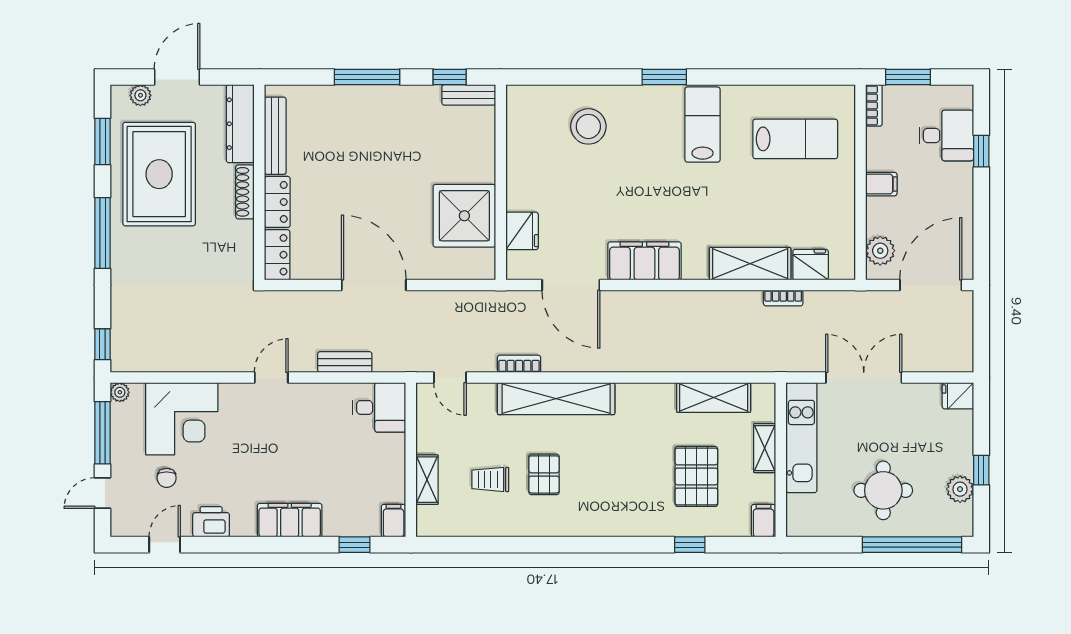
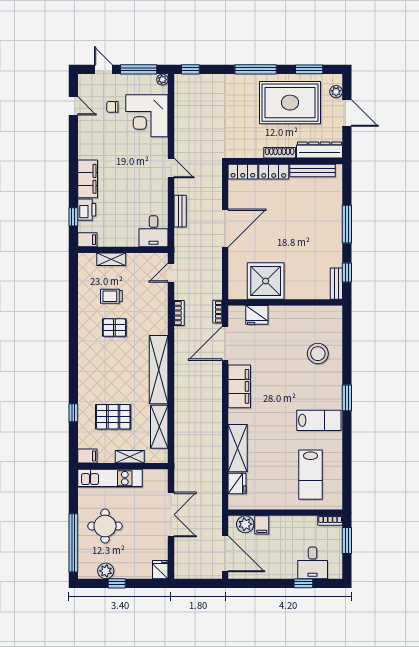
filing cabinet: (881, 184) -> (262, 525), moved
bookcase: (783, 298) -> (217, 312), moved
shelving: (556, 399) -> (159, 370), moved
kitchen unit: (801, 438) -> (110, 478), moved
trolley: (490, 479) -> (111, 296), turned -90
printer: (211, 522) -> (87, 210), moved

